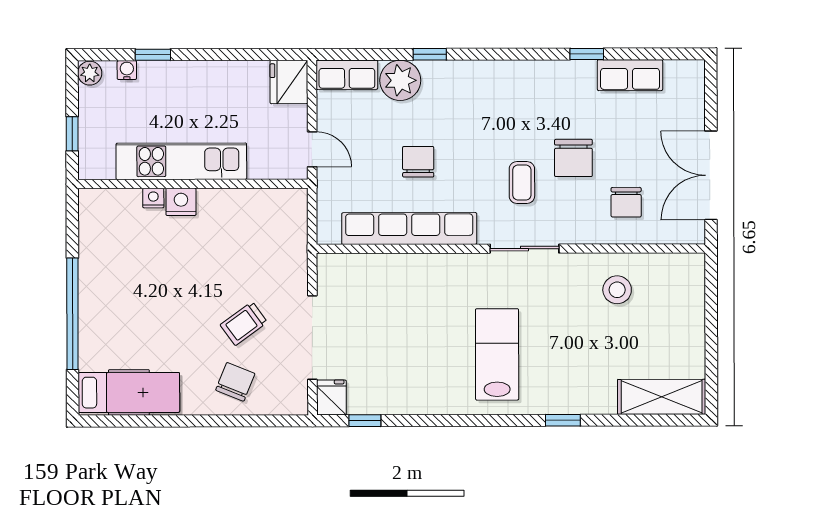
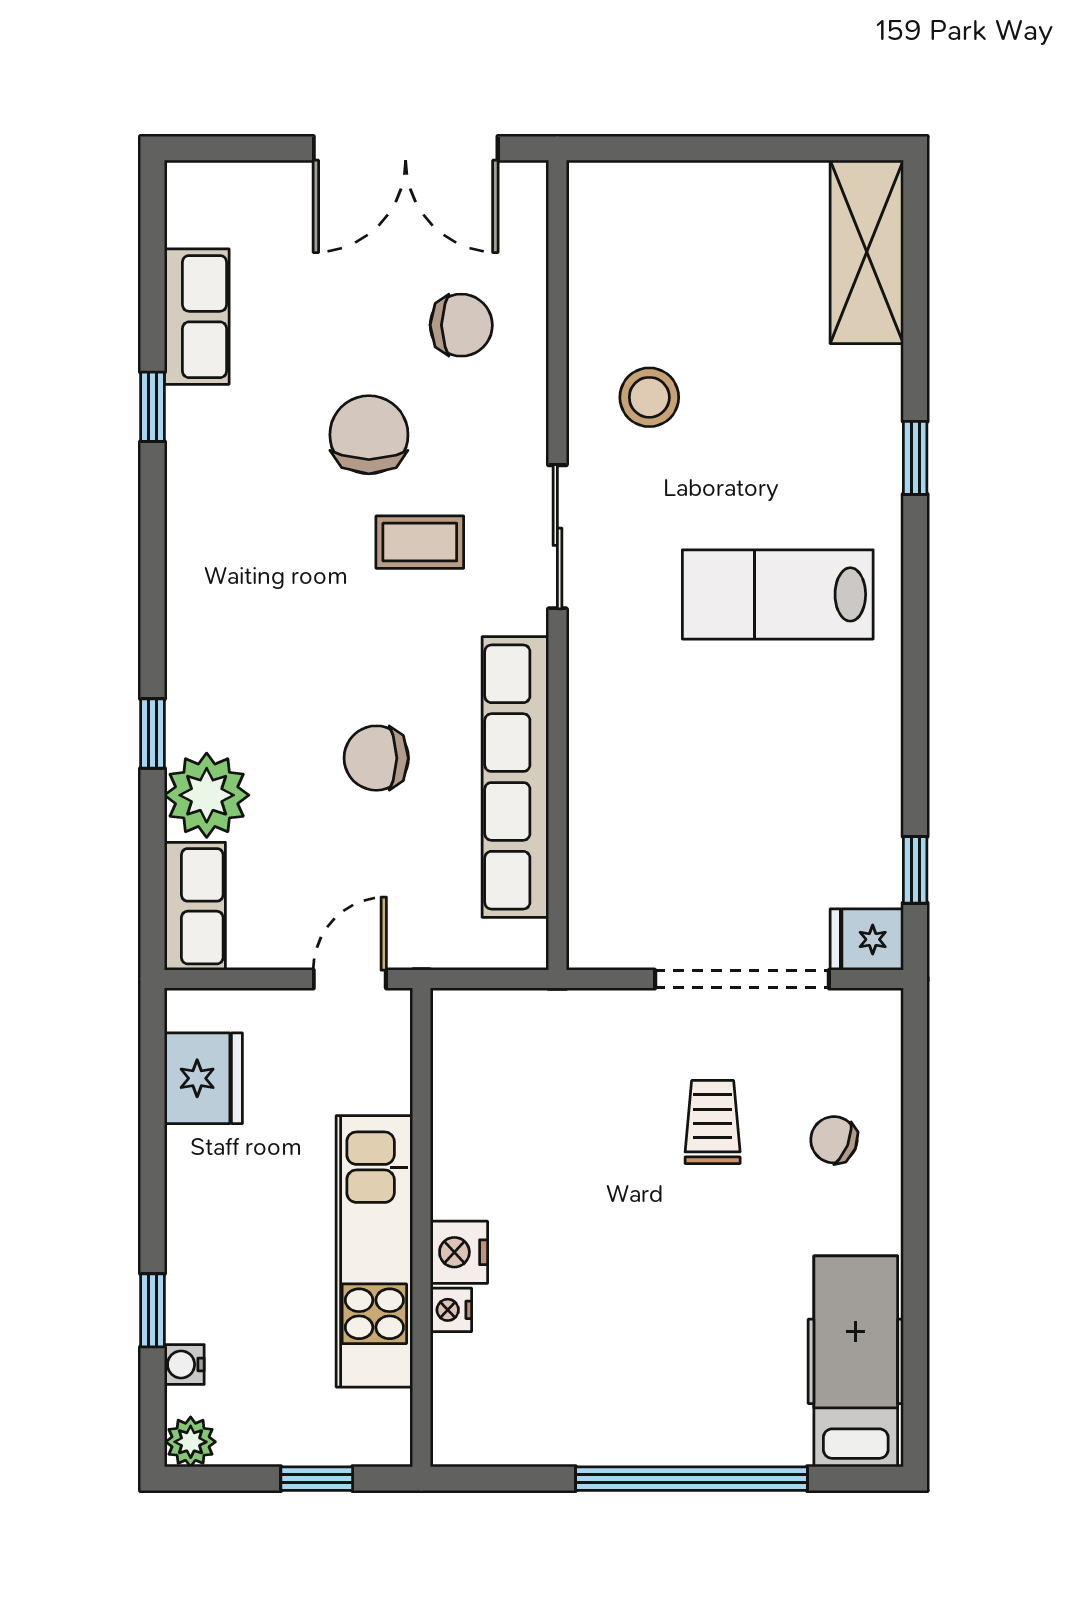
fridge: (289, 82) -> (203, 1078), moved, turned -90
chair: (573, 158) -> (369, 435), turned -90
stool: (617, 290) -> (649, 397), moved
trolley: (244, 324) -> (713, 1122), turned -144
chair: (235, 382) -> (834, 1140), width x0.73, depth x0.73

